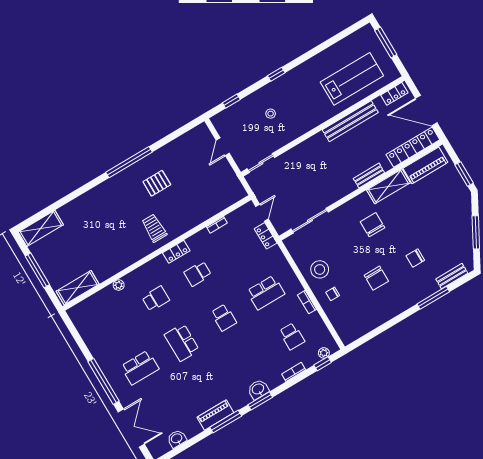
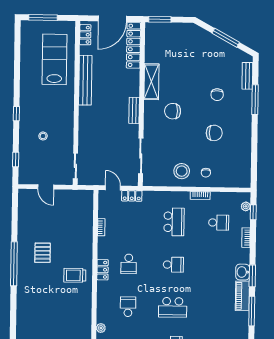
piano: (425, 165) -> (153, 44), removed
window: (464, 174) -> (160, 19), moved
bench: (369, 176) -> (134, 110), moved
piano: (215, 415) -> (242, 296), moved

